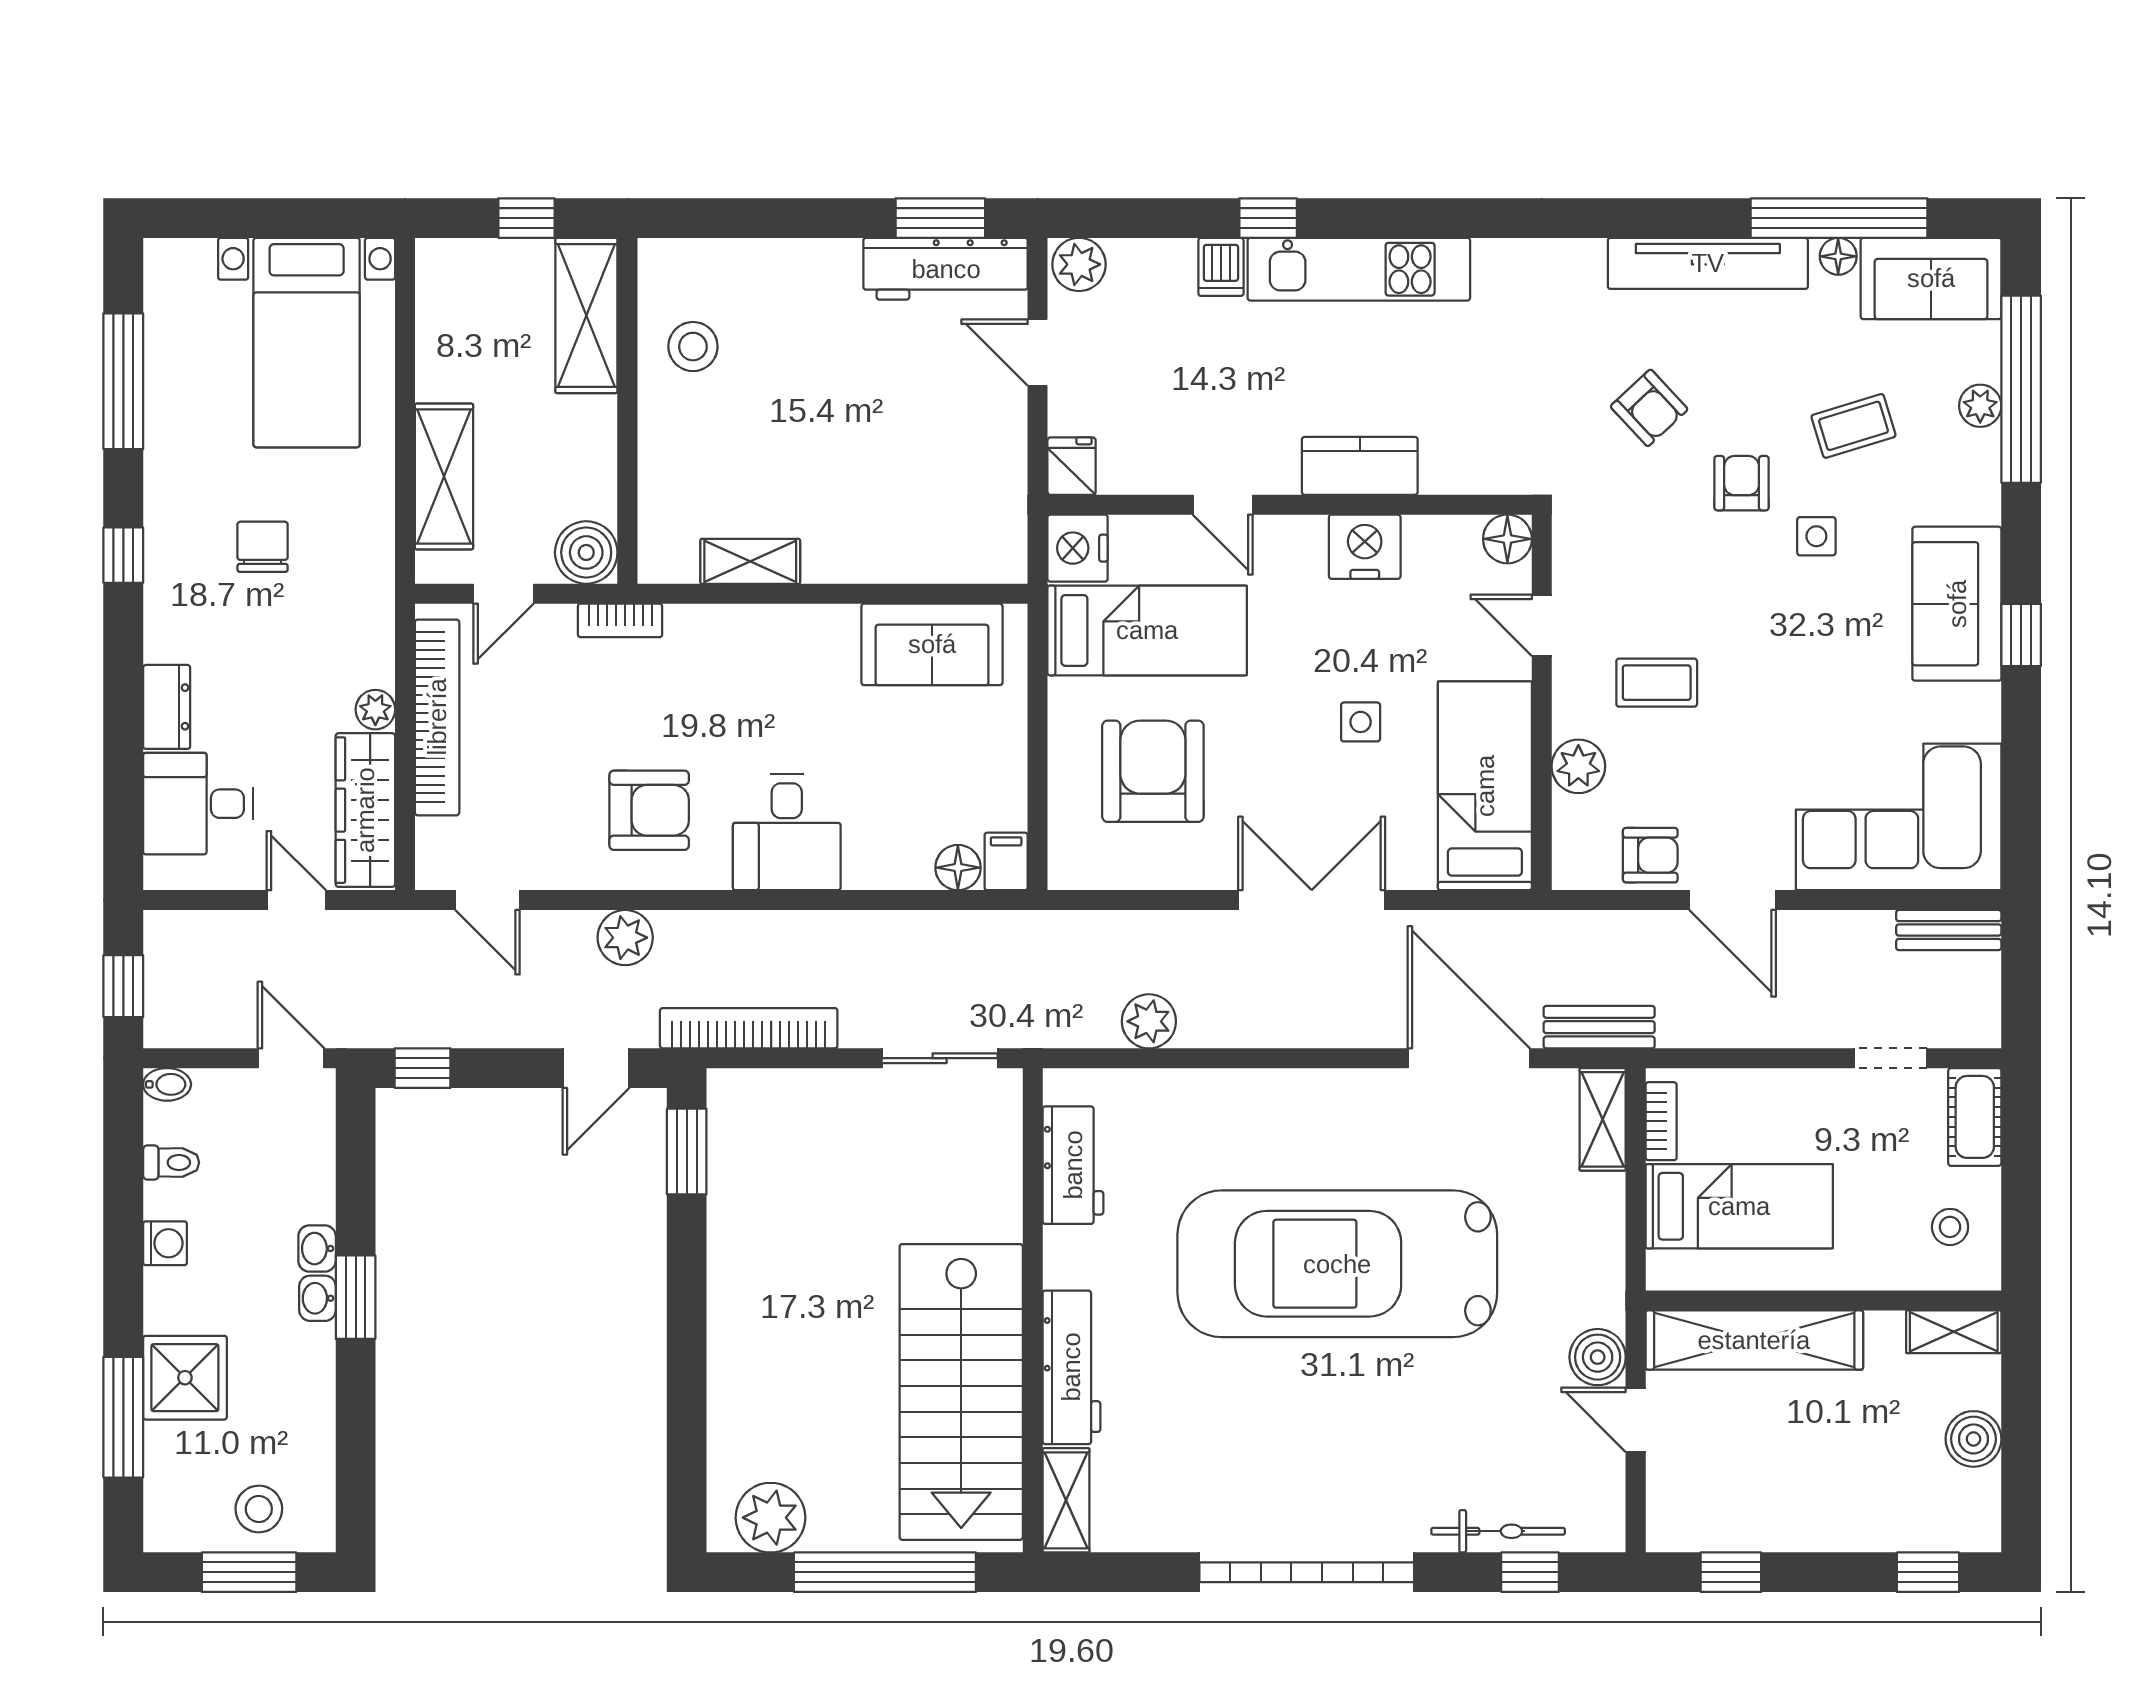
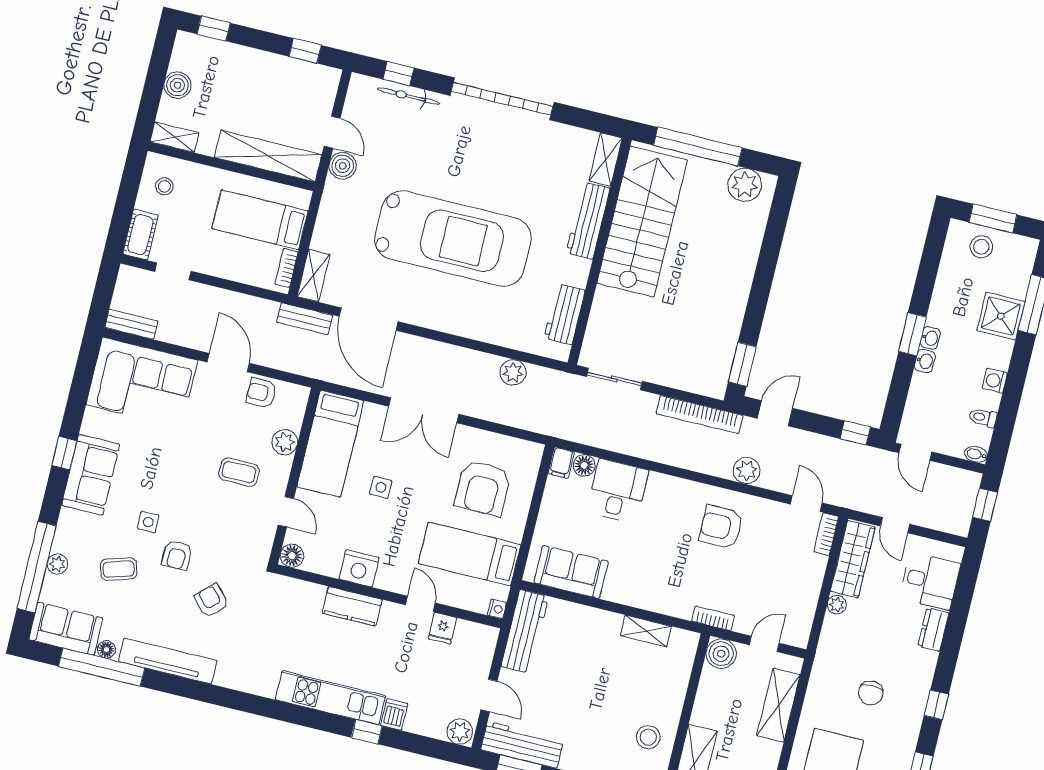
fridge: (1072, 466) -> (442, 628), moved
workbench: (996, 500) -> (525, 631), added
nightstand: (1078, 548) -> (497, 609), width x0.53, depth x0.56
bookcase: (437, 717) -> (826, 534), moved, width x0.43, depth x0.76
desk: (787, 832) -> (618, 491), moved

